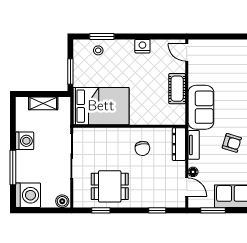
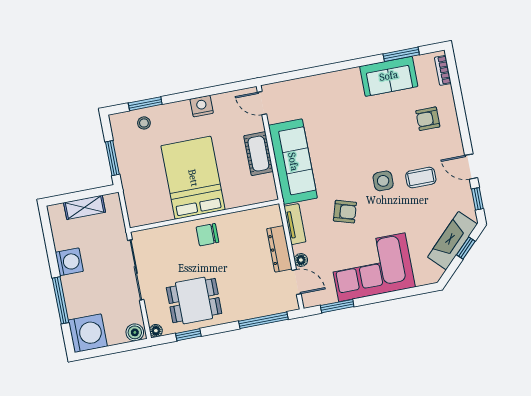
bed: (101, 106) -> (193, 178), moved, turned -90
sofa: (201, 107) -> (293, 162), width x1.36
dresser: (179, 144) -> (279, 249), moved
chair: (142, 148) -> (207, 235), moved, turned 97
floor lamp: (78, 203) -> (156, 331), added
window: (157, 210) -> (263, 320), width x2.17

